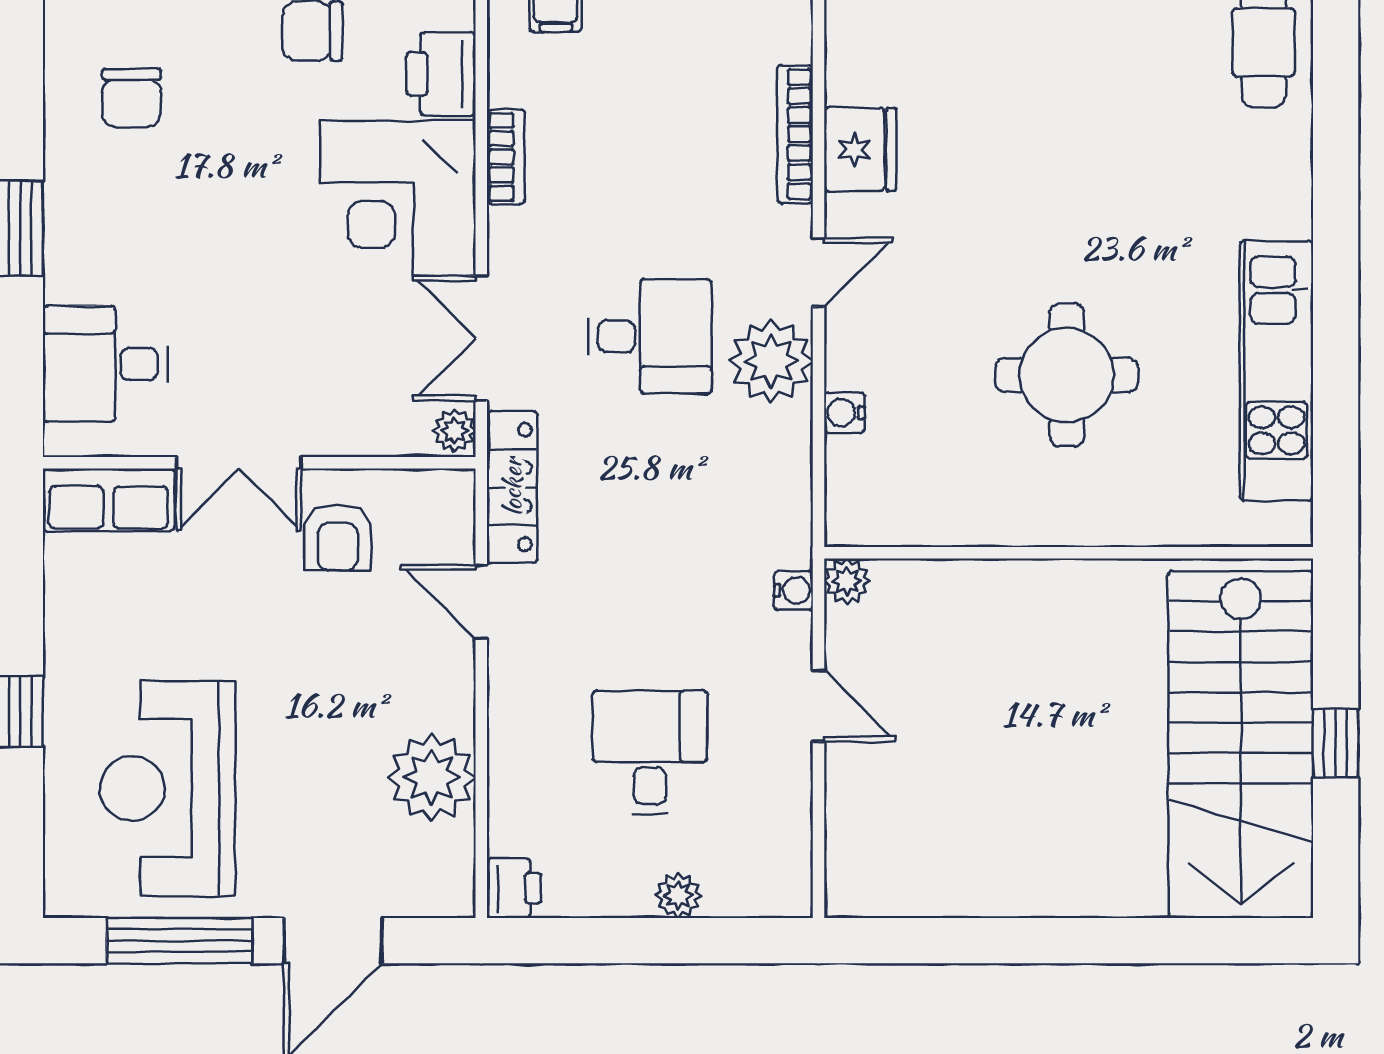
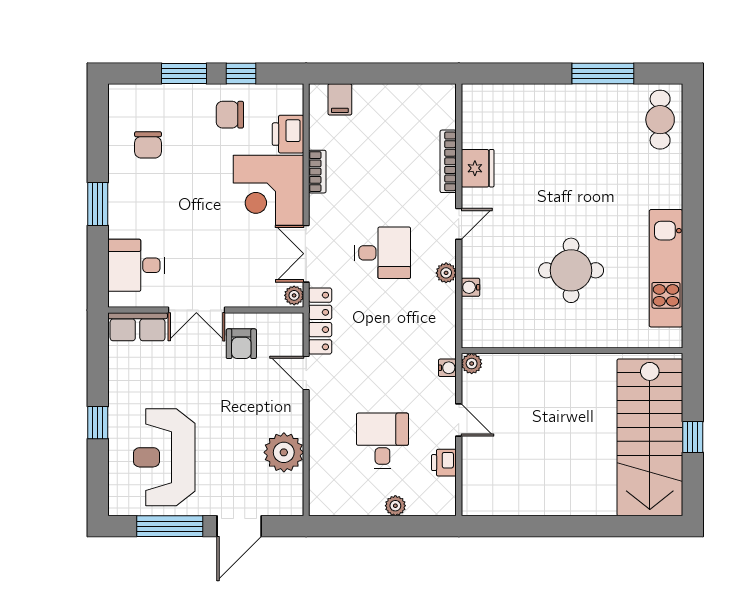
plant: (771, 361) -> (446, 273), width x0.53, depth x0.53
printer: (514, 888) -> (444, 463), moved, turned 180

